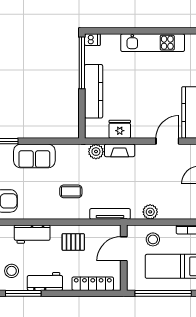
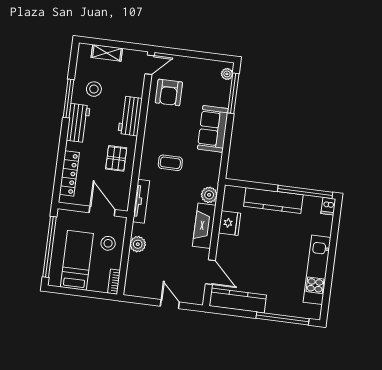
fireplace: (120, 150) -> (204, 226), width x1.37, depth x1.32
coffee table: (71, 191) -> (170, 163), turned 90

